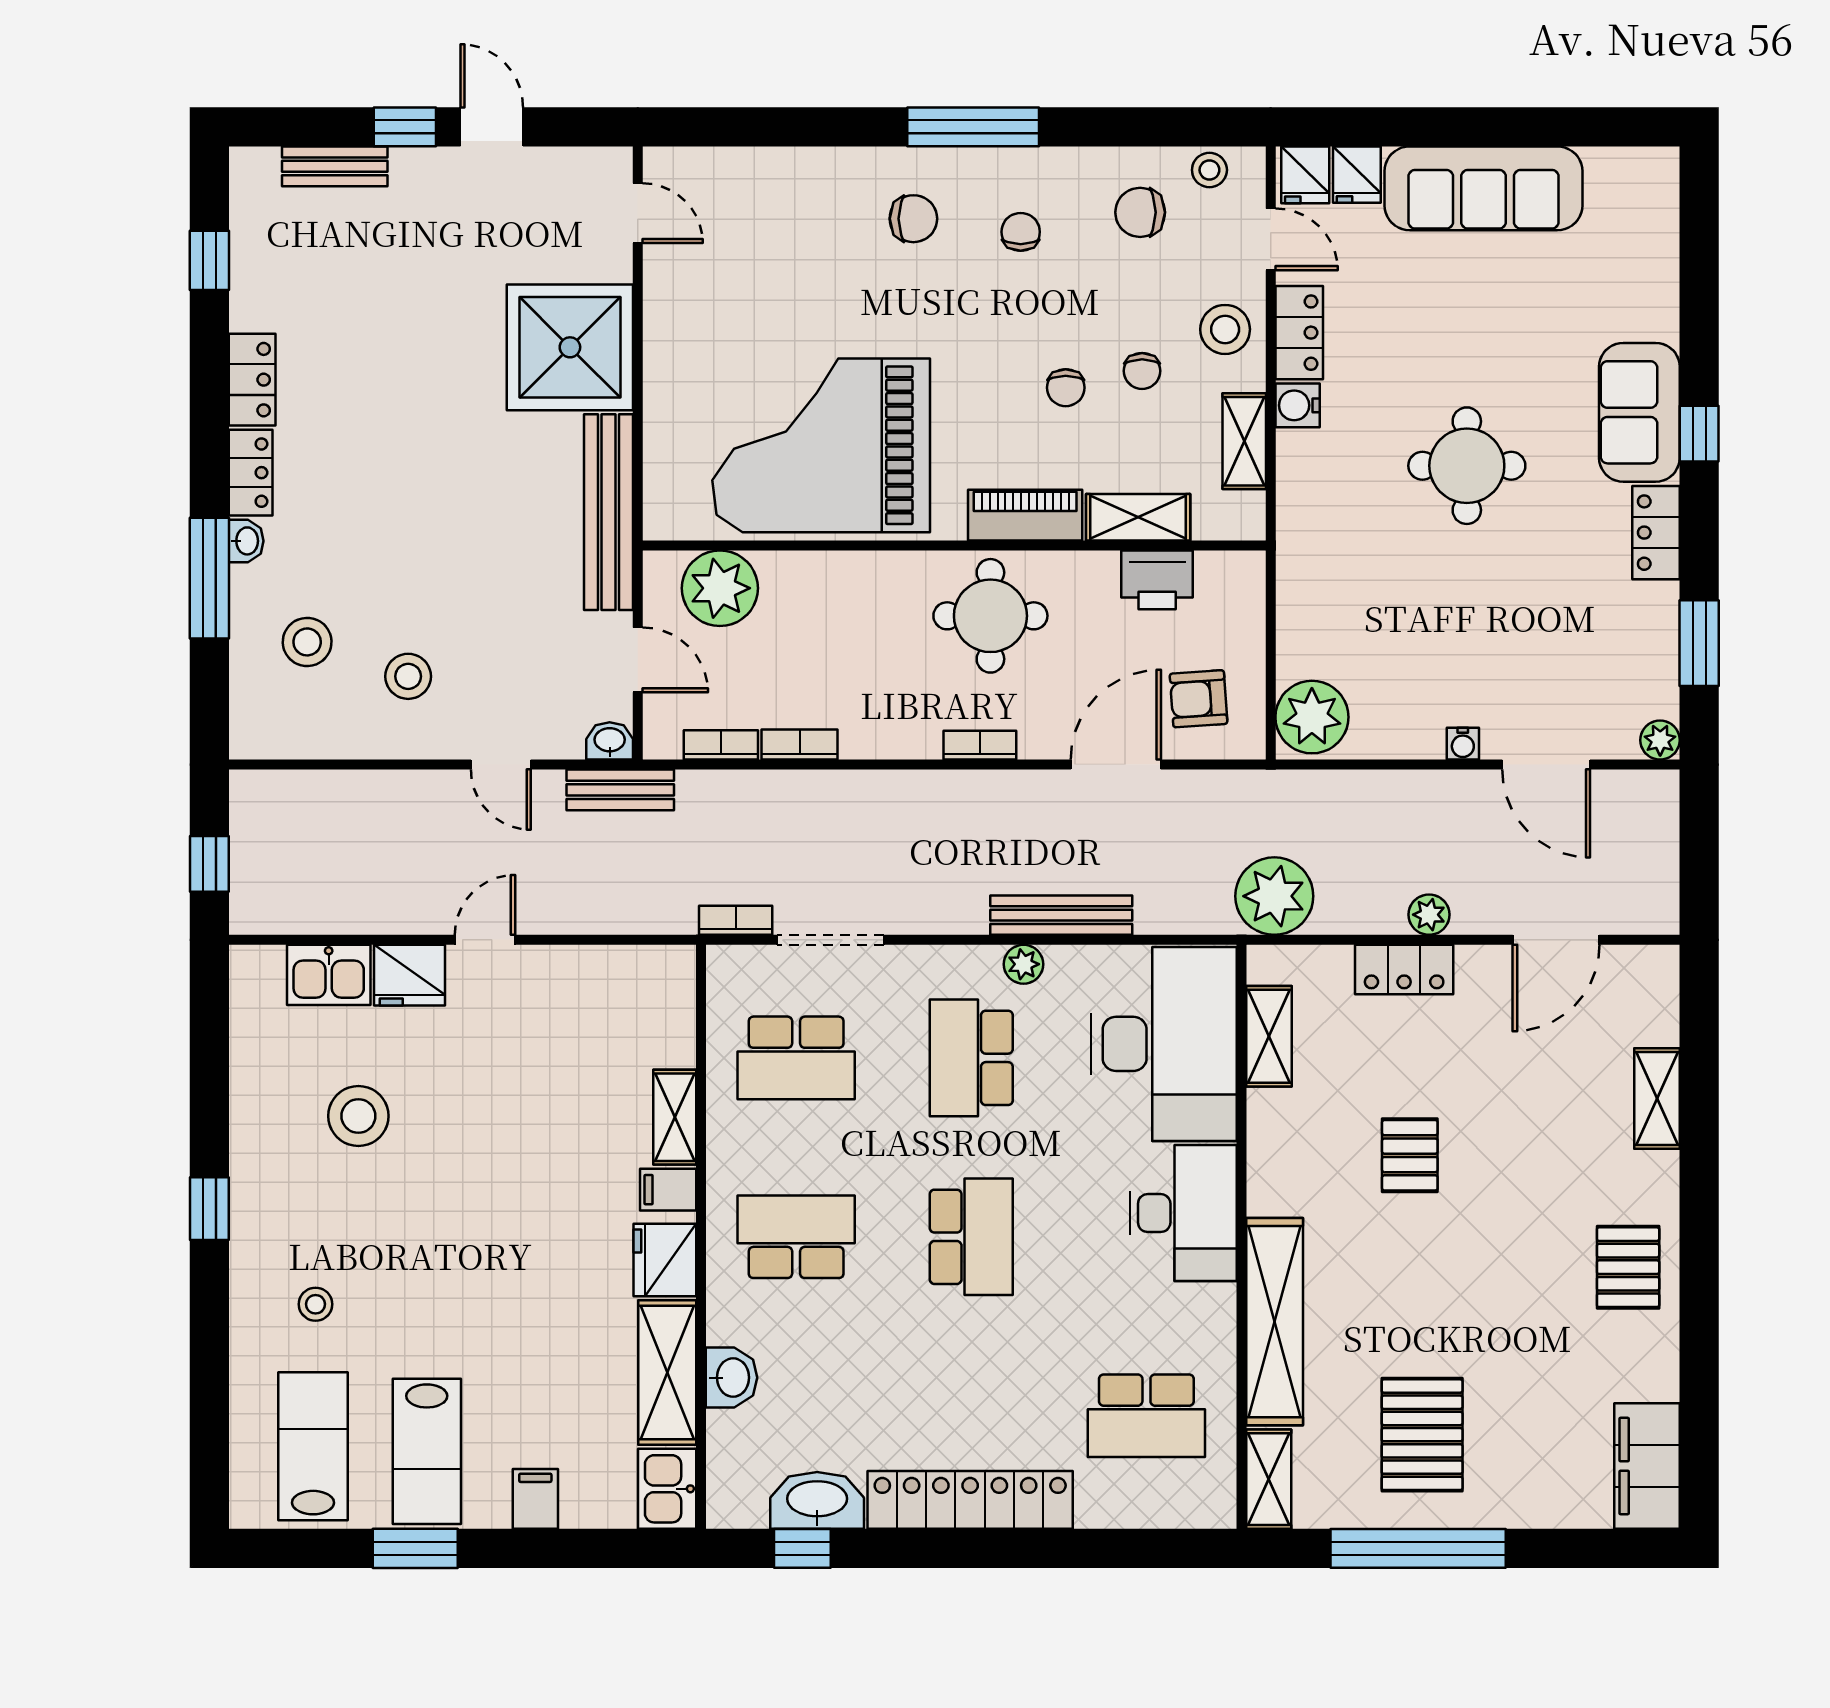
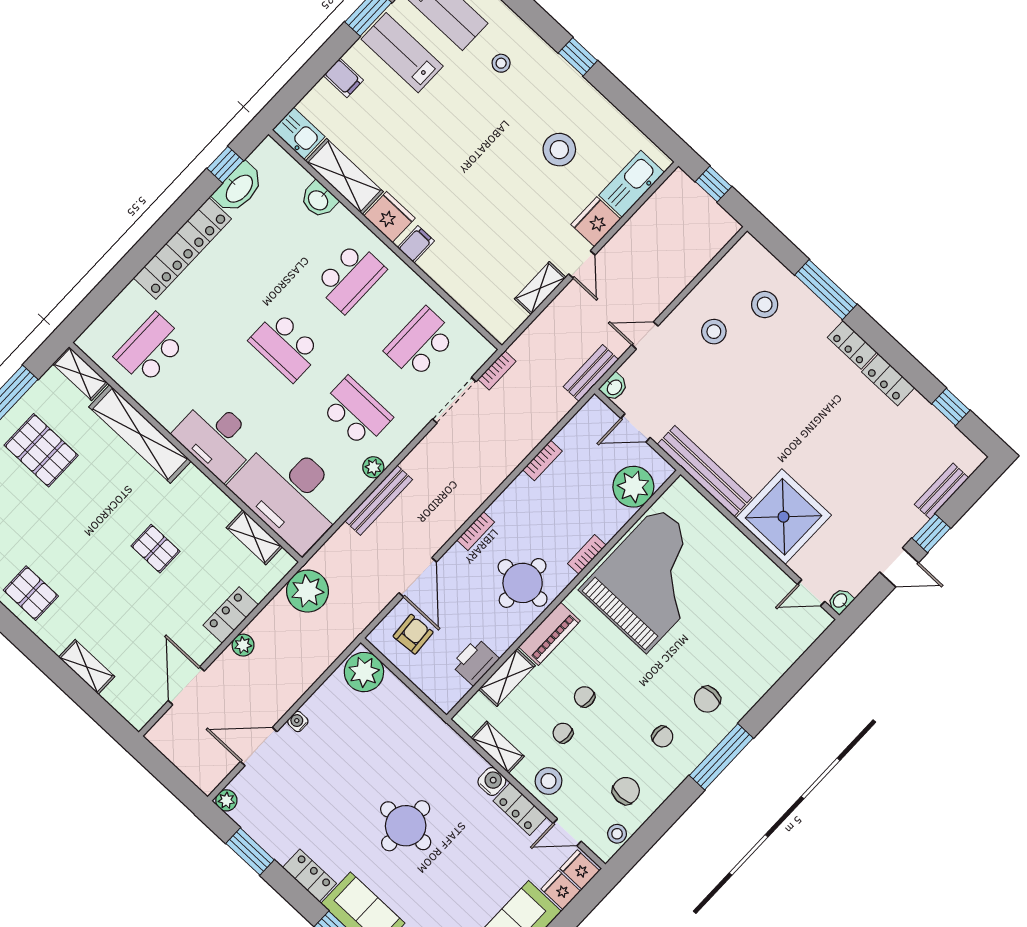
washbasin: (246, 541) -> (840, 601), moved, turned 90
bookcase: (721, 745) -> (587, 554), moved, turned 180
kitchen sink: (329, 975) -> (632, 184), width x1.38
shelving: (675, 1117) -> (540, 288), moved, turned 90

